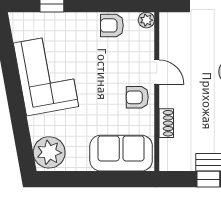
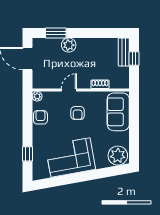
armchair: (112, 25) -> (40, 117), turned 180
armchair: (137, 97) -> (78, 113), moved

